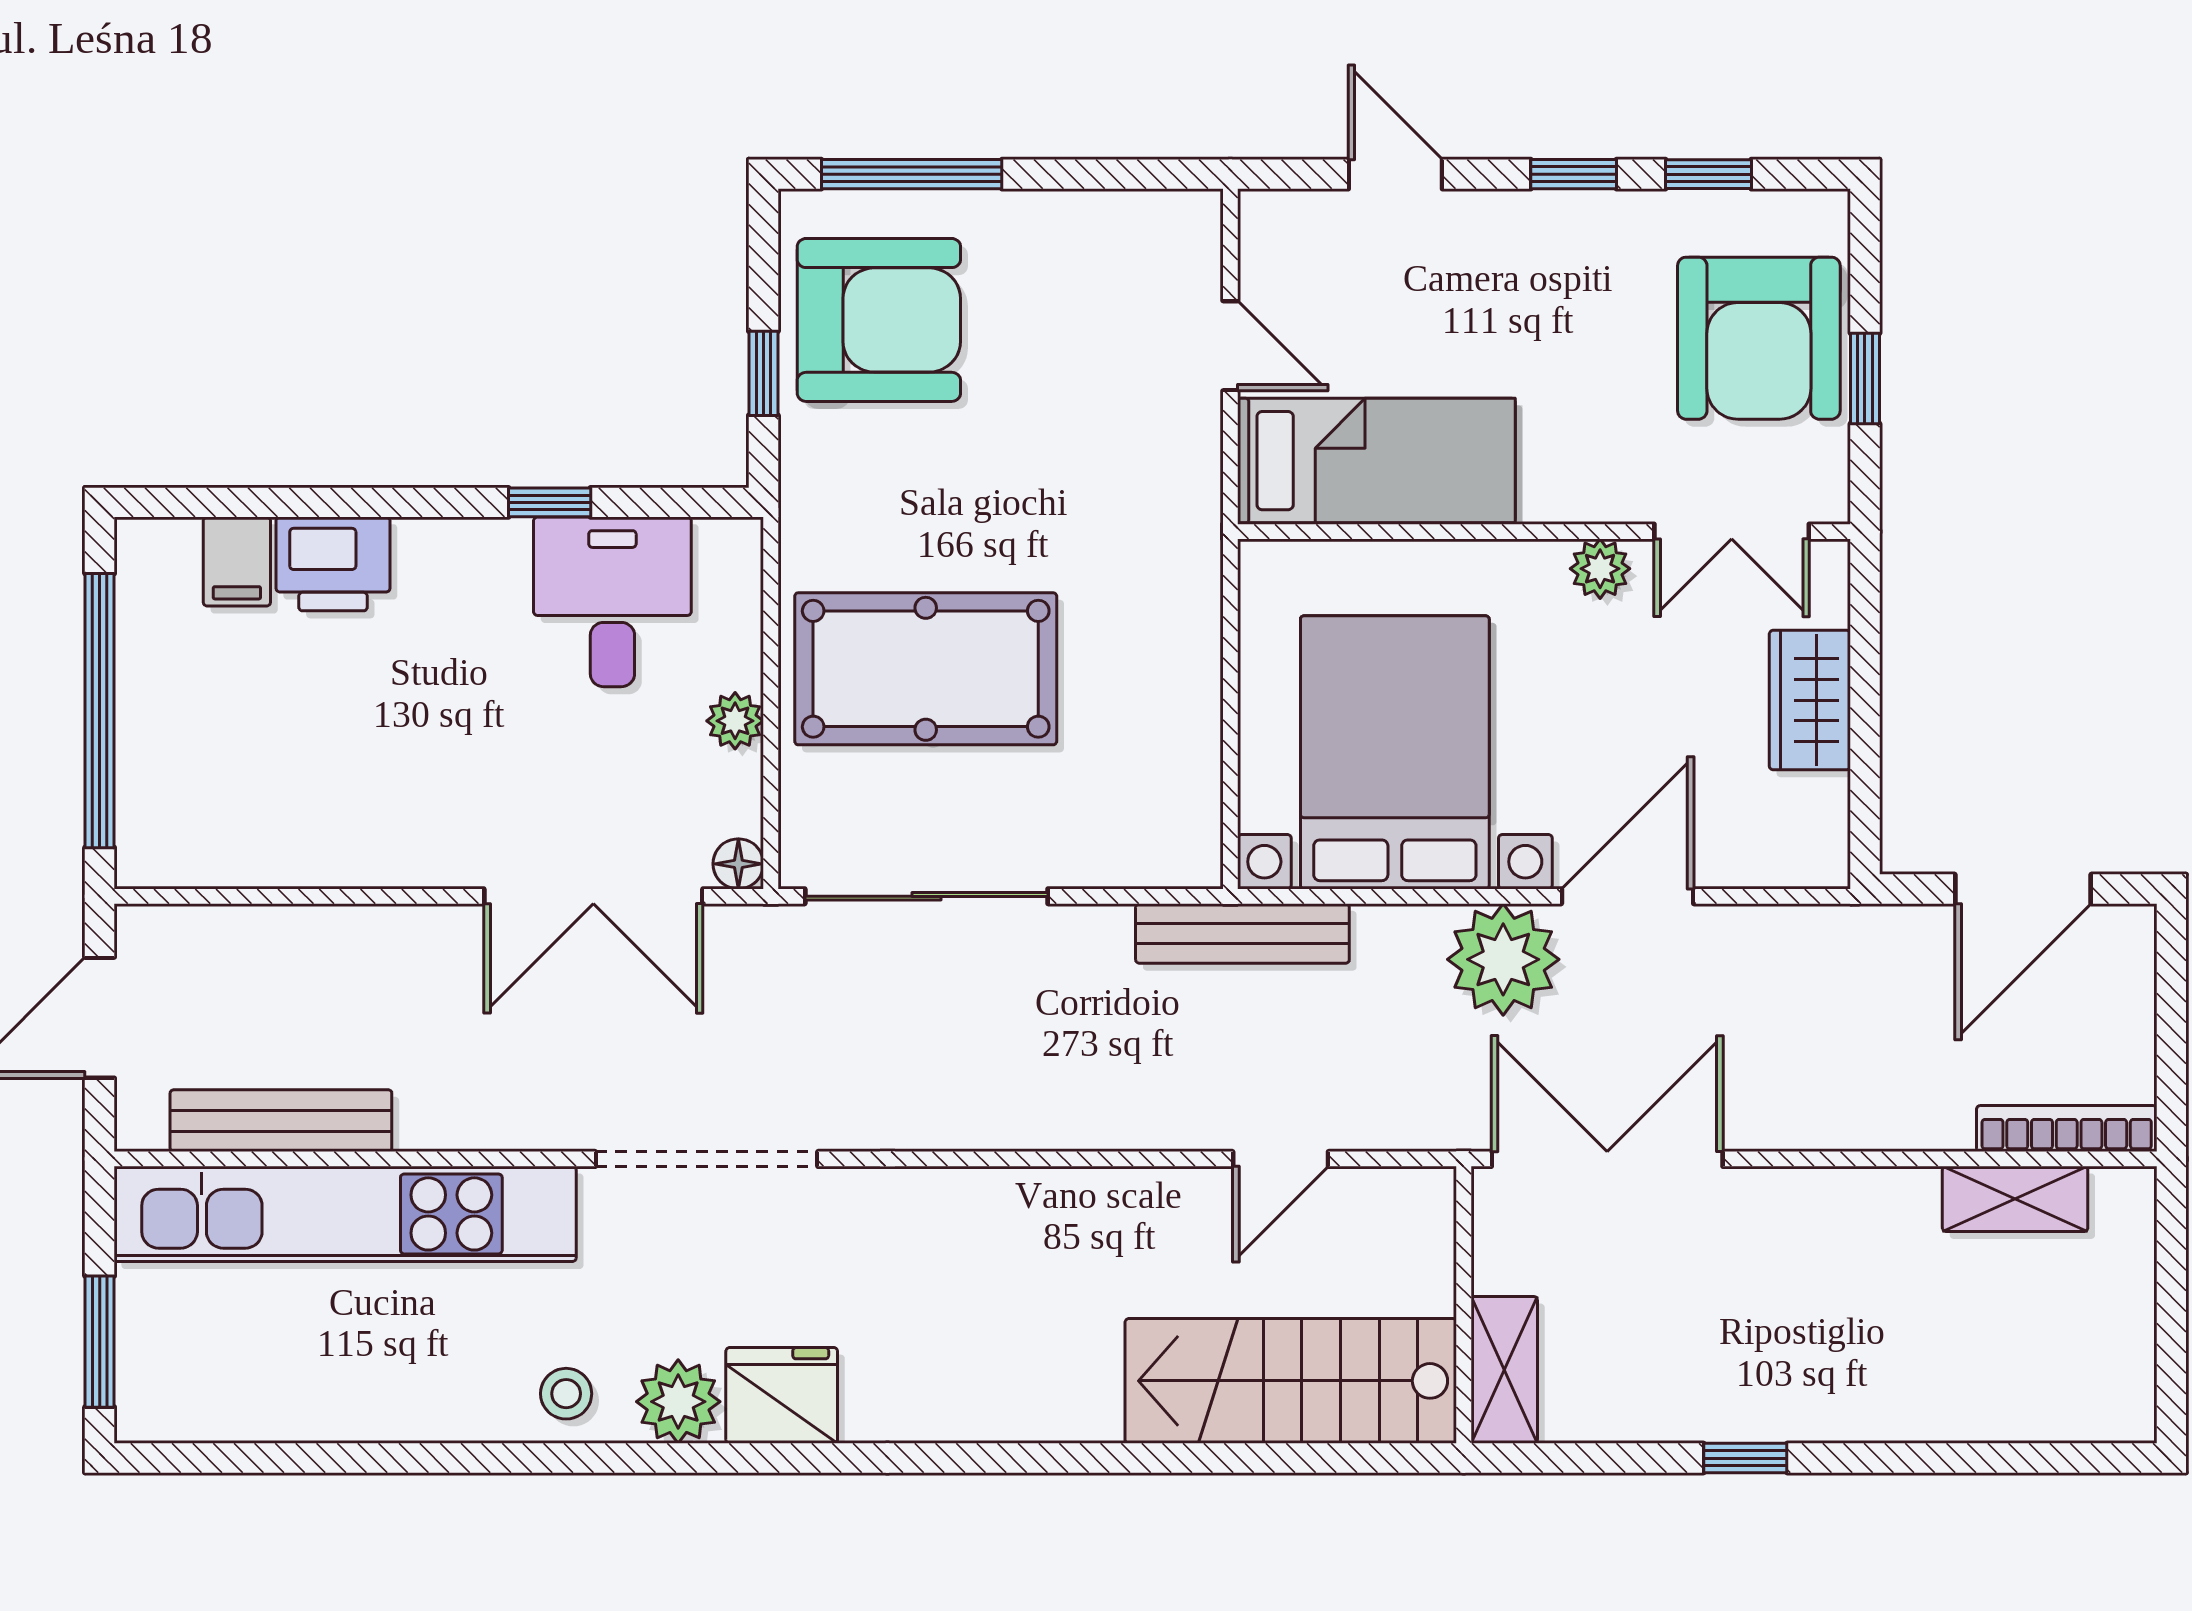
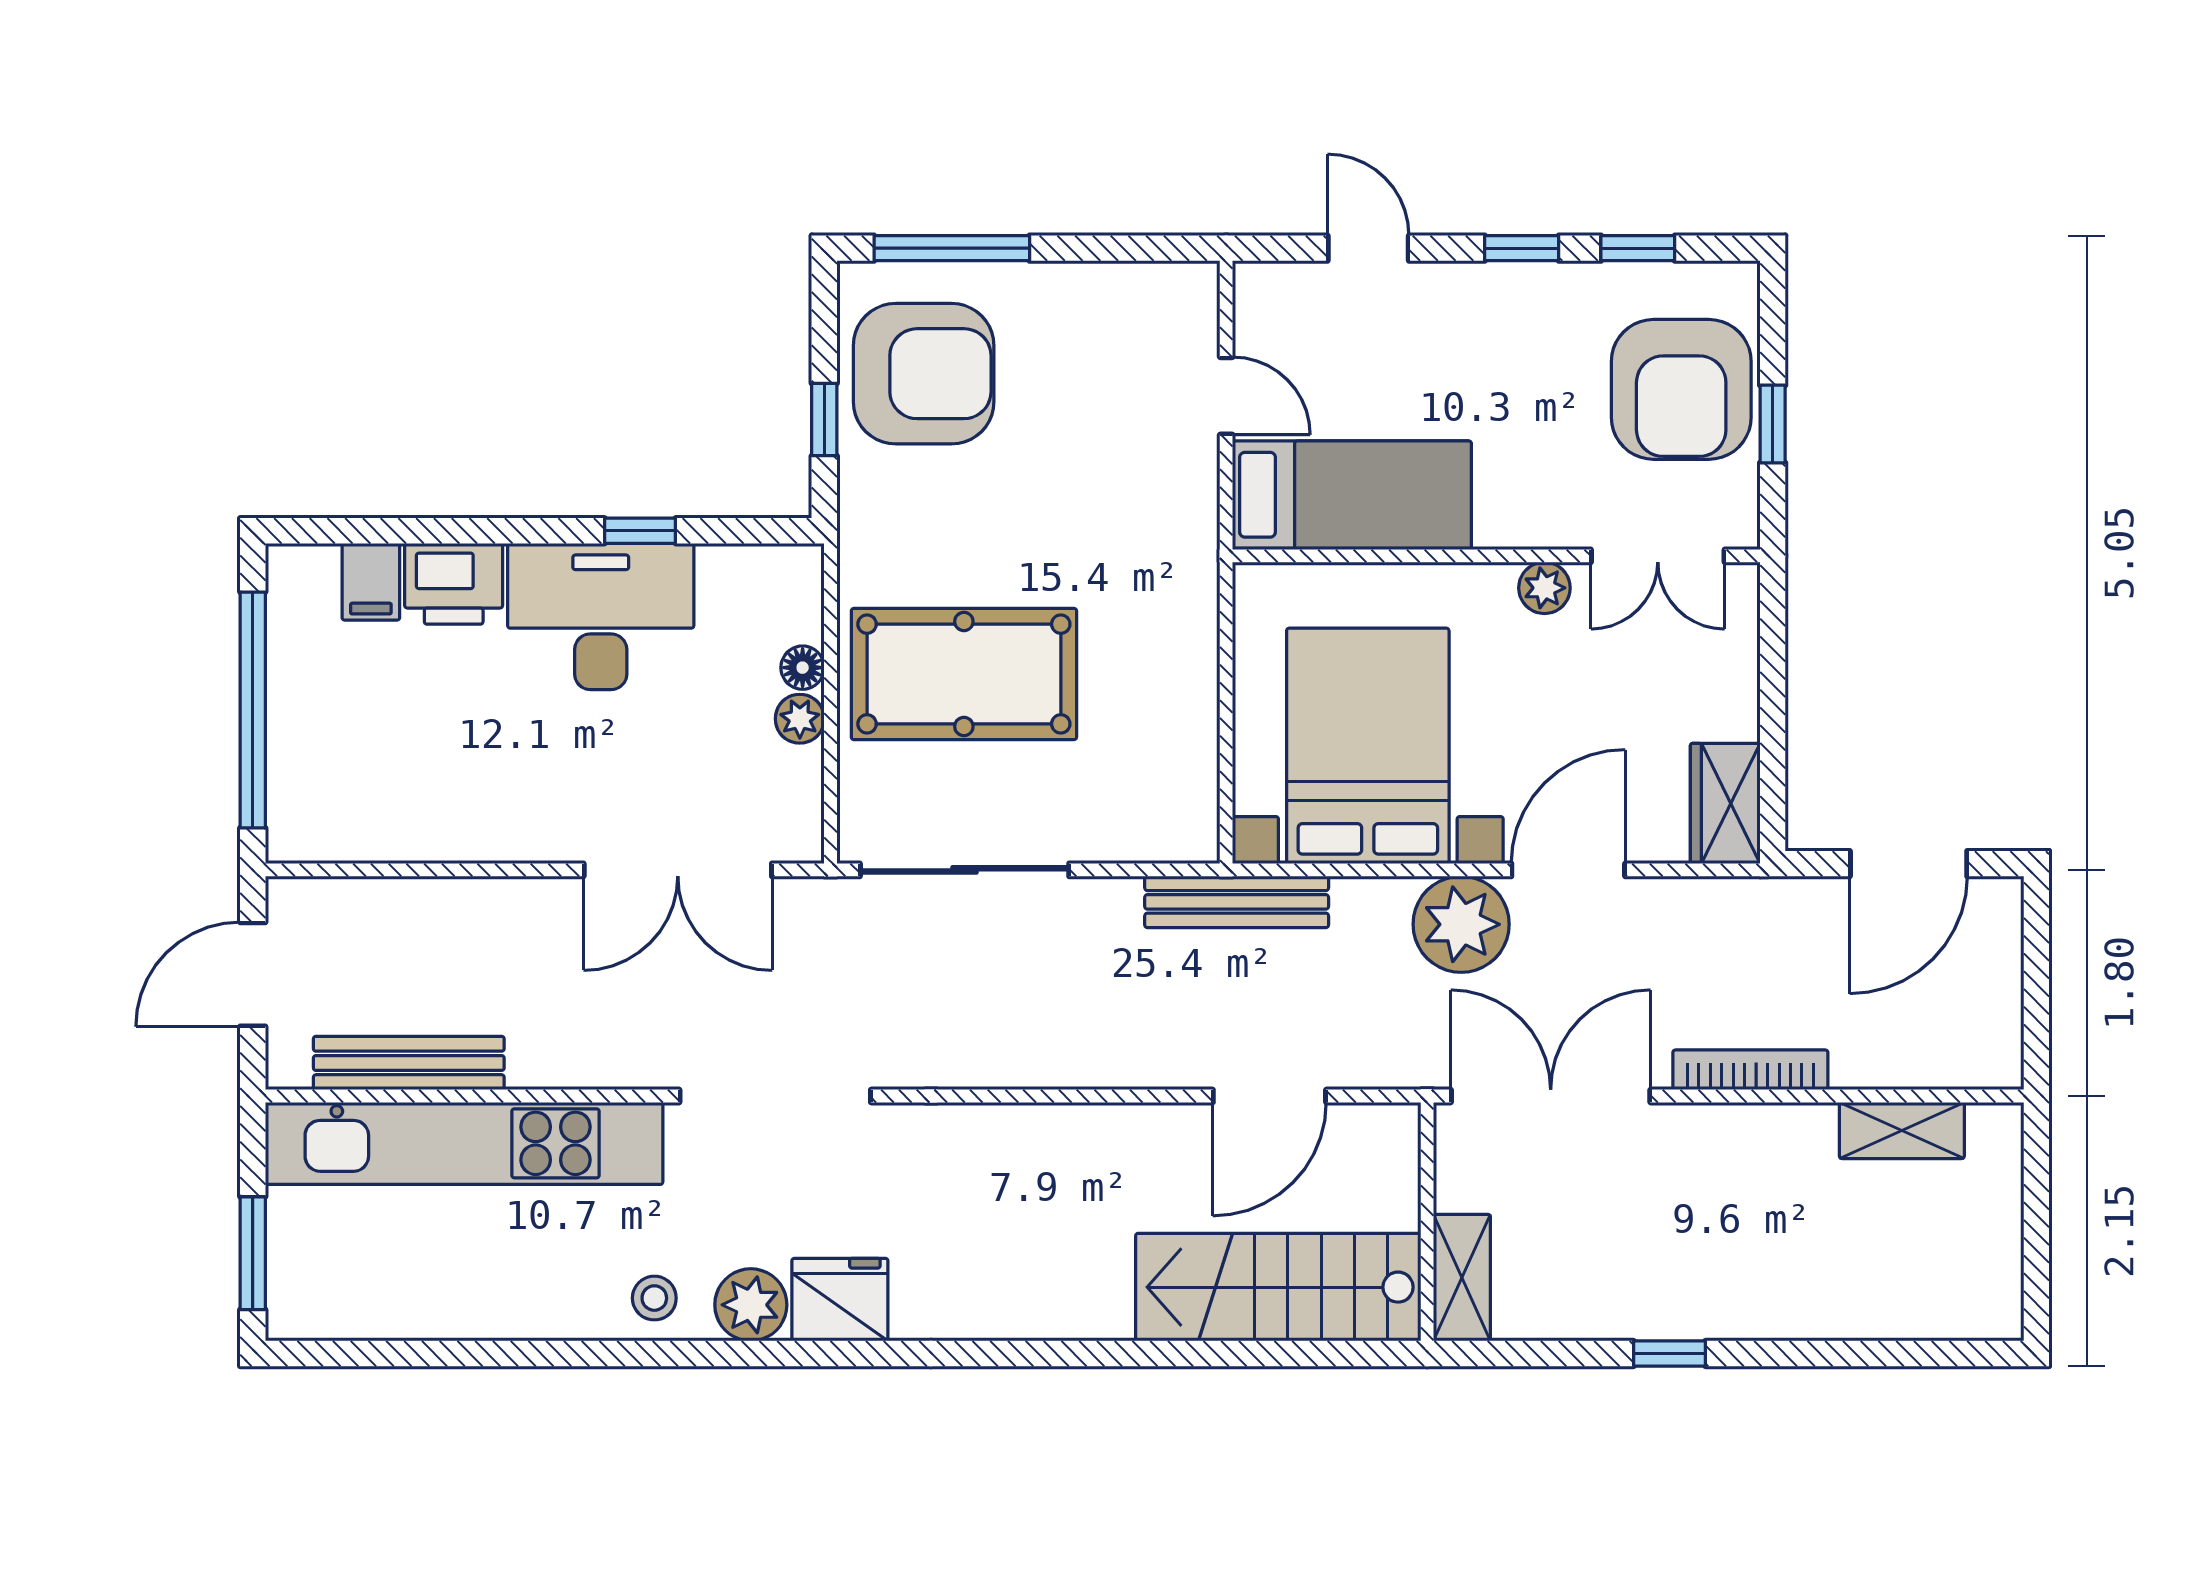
desk: (612, 602) -> (601, 616), moved, width x1.37
wardrobe: (1810, 700) -> (1725, 803), moved
floor lamp: (738, 864) -> (803, 668), moved
bookcase: (2067, 1129) -> (1750, 1070), moved
door: (1281, 1159) -> (1269, 1096), width x1.38

